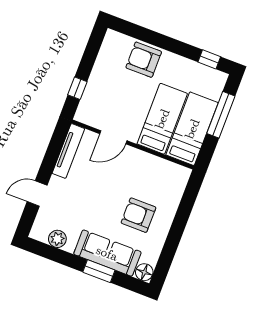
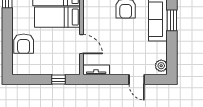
tv unit: (68, 151) -> (96, 70), width x0.71
plant: (57, 239) -> (161, 66), moved

